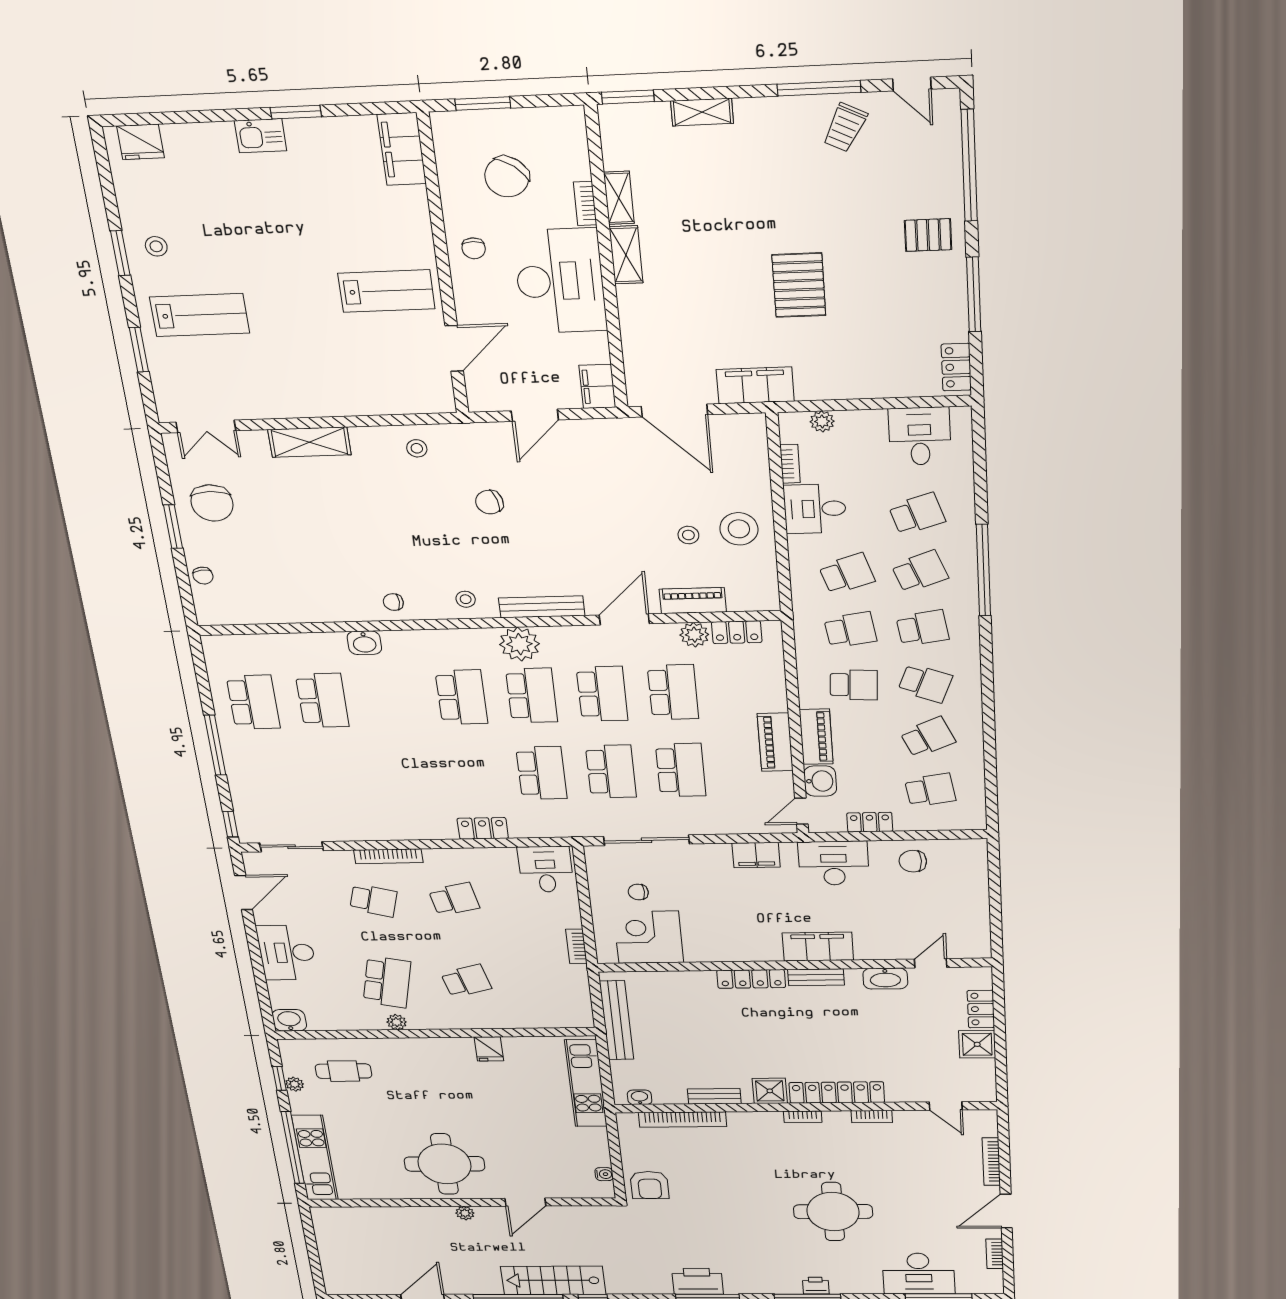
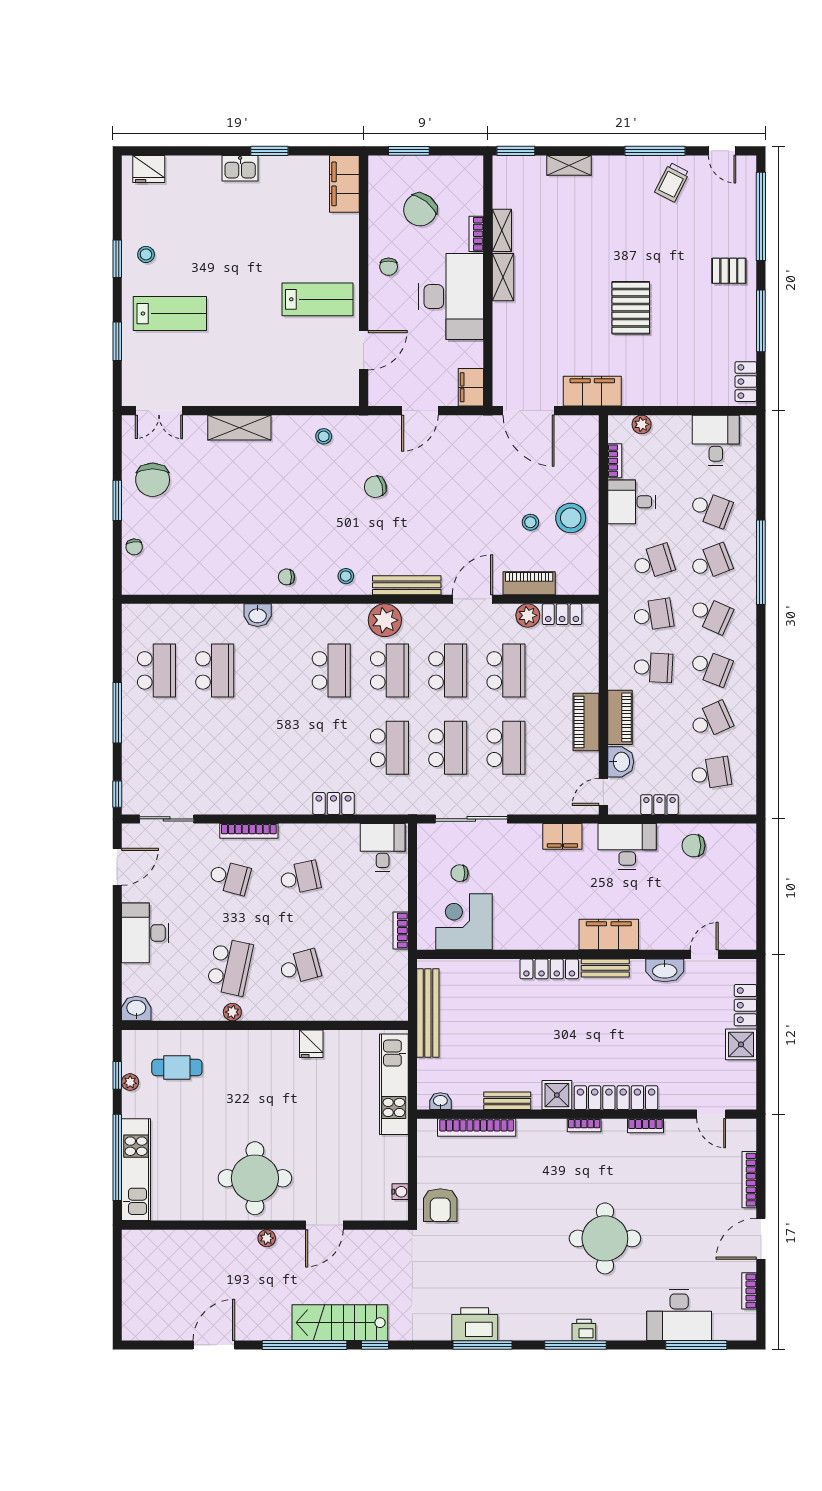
school desk: (917, 514) -> (711, 509), turned 39
school desk: (923, 628) -> (711, 615), turned 33

